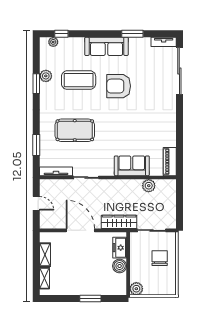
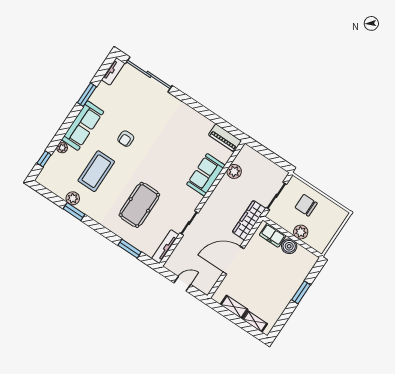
plant: (53, 42) -> (62, 148), moved
armchair: (119, 86) -> (126, 139), width x0.53, depth x0.53
plant: (136, 289) -> (301, 232), moved

